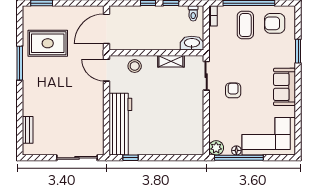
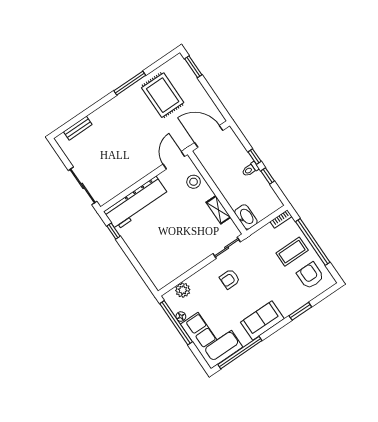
toilet: (193, 13) -> (250, 169), moved
armchair: (233, 90) -> (230, 279), turned 180
window: (298, 123) -> (240, 353), added
plant: (216, 148) -> (183, 290), moved

